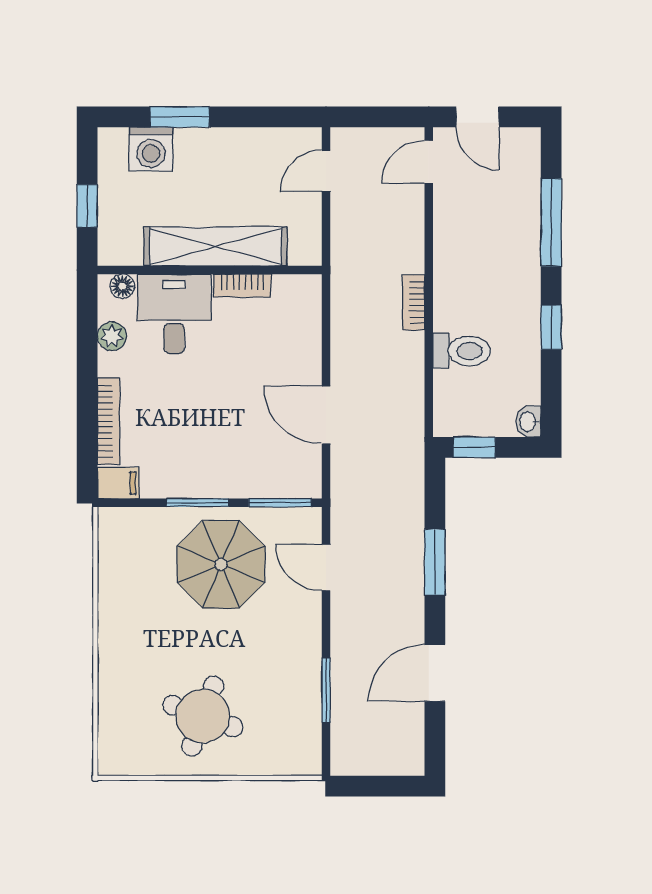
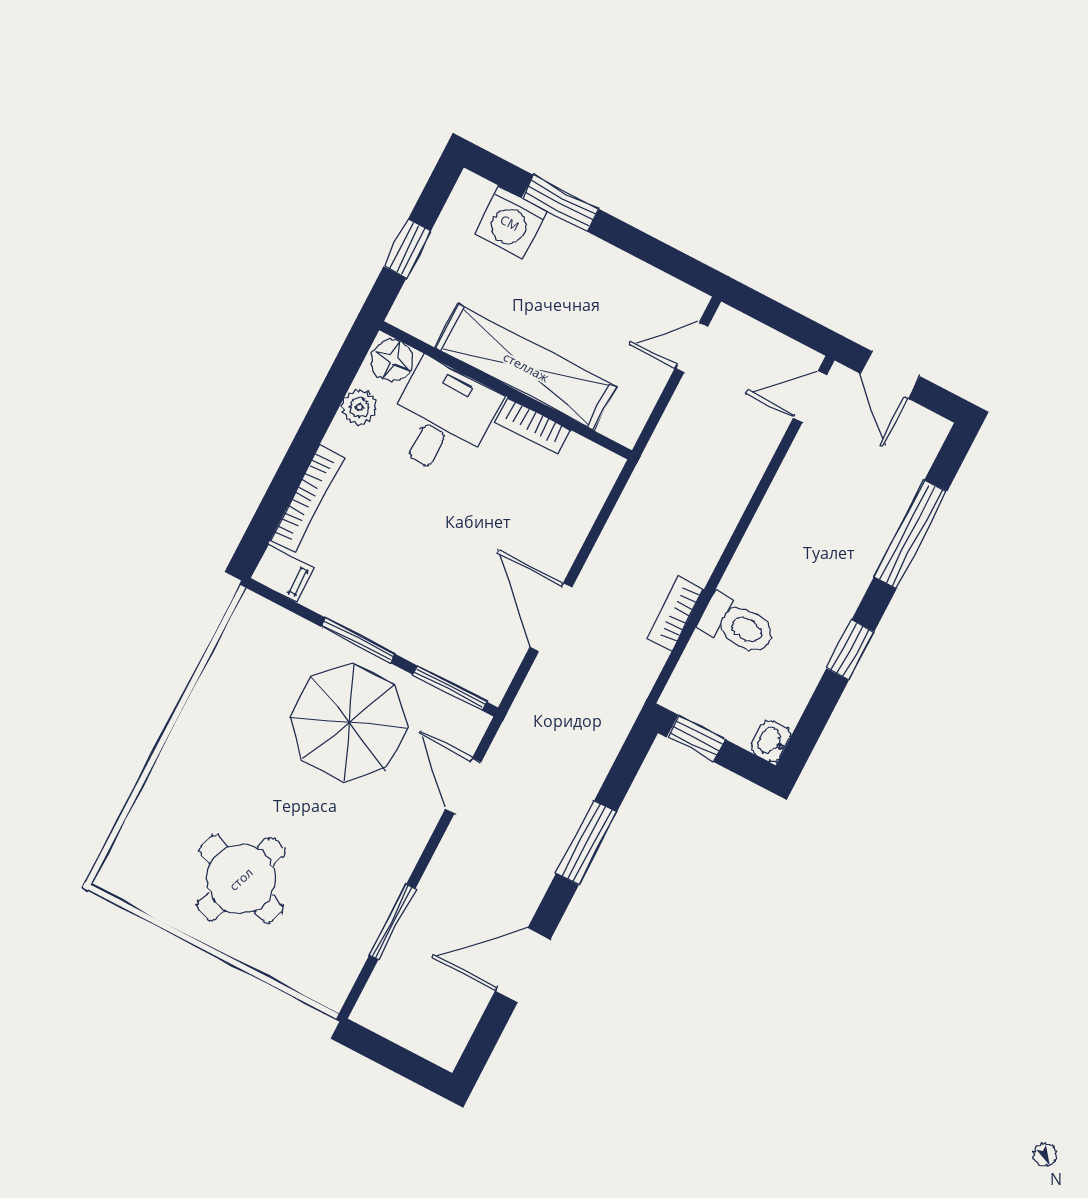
floor lamp: (122, 286) -> (392, 360), width x1.37, depth x1.37
bookcase: (413, 302) -> (676, 613), moved

